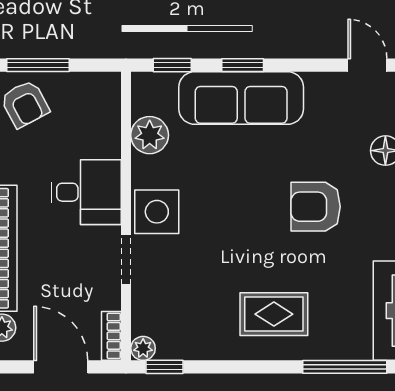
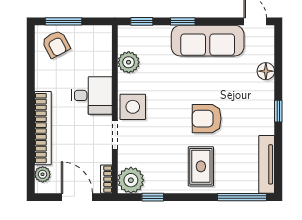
sofa: (241, 98) -> (208, 41), moved
armchair: (316, 207) -> (207, 119), moved
rug: (274, 314) -> (201, 166), turned 90
plant: (143, 348) -> (131, 180), width x1.87, depth x1.87
window: (165, 367) -> (153, 197), moved

